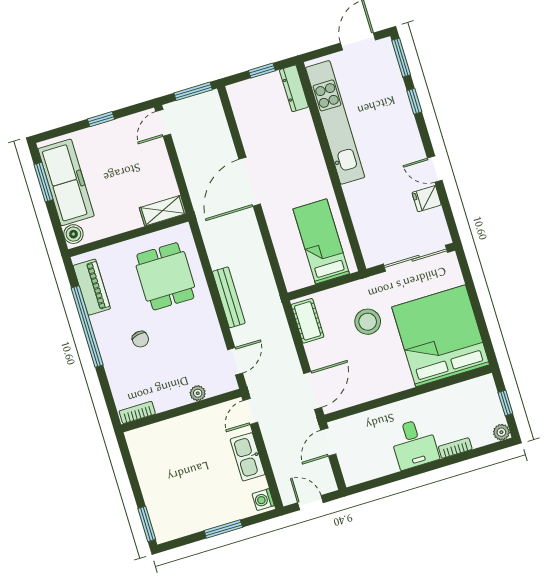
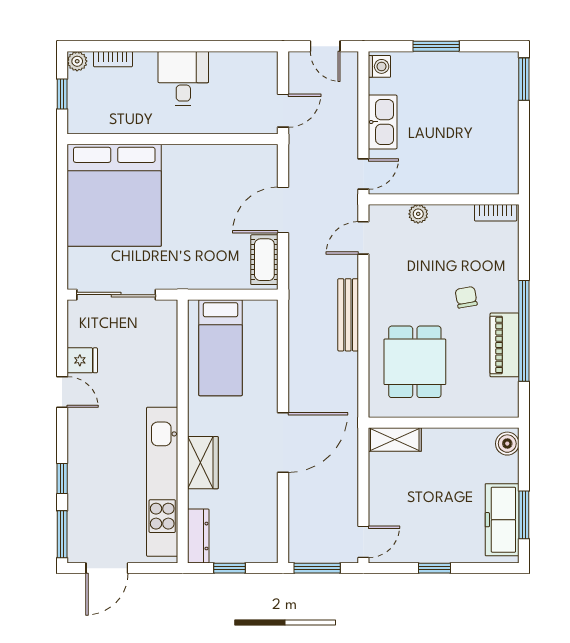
wardrobe: (308, 147) -> (203, 463), added
freezer: (66, 182) -> (502, 520), width x0.73, depth x0.79
piano: (92, 287) -> (505, 345), moved
stool: (368, 322) -> (194, 237), removed
door: (313, 390) -> (283, 210), moved
bookcase: (455, 448) -> (113, 59), moved

